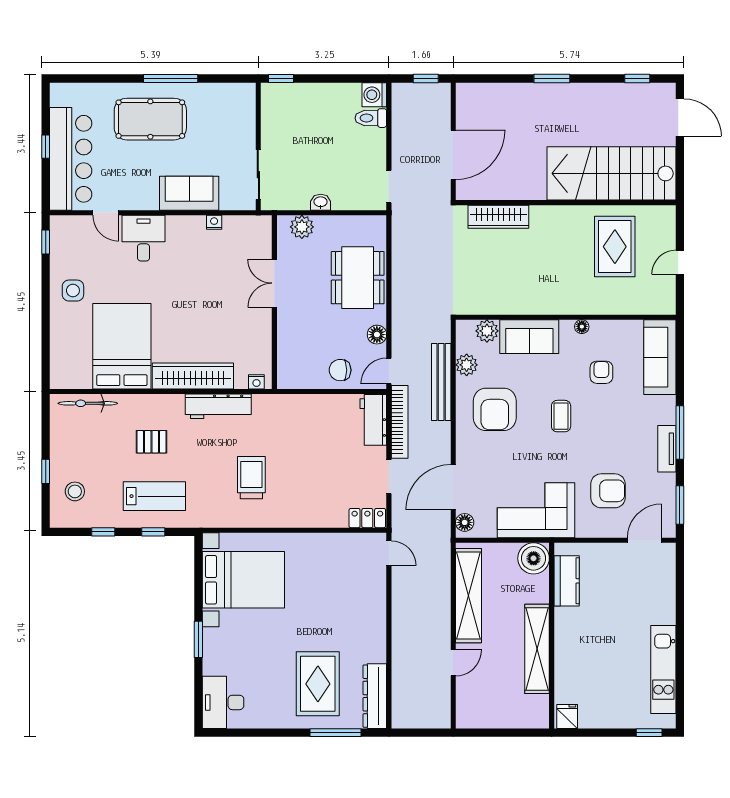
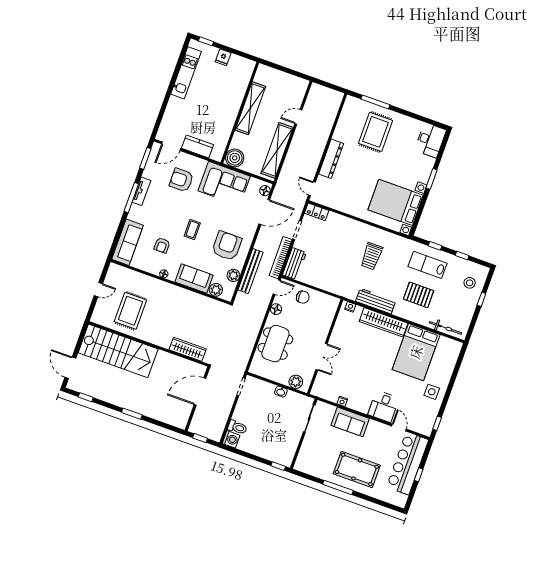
pallet: (151, 442) -> (419, 295), width x1.50, depth x1.42
kitchen counter: (567, 581) -> (197, 146), moved, turned 90
dresser: (375, 696) -> (331, 159), moved
fridge: (567, 716) -> (223, 57), moved

